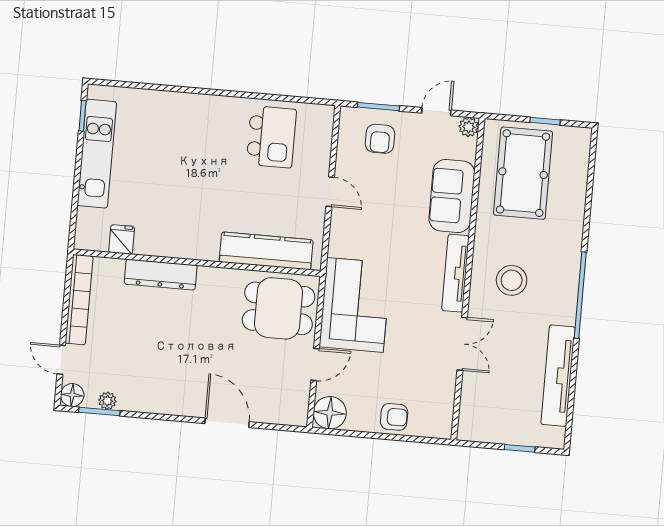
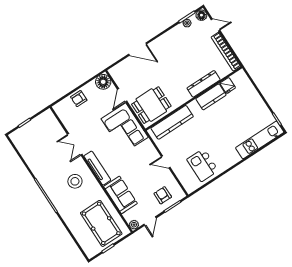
kitchen unit: (97, 154) -> (260, 140), moved, turned 90
kitchen counter: (165, 242) -> (211, 97), added
tv unit: (558, 376) -> (31, 160), removed

